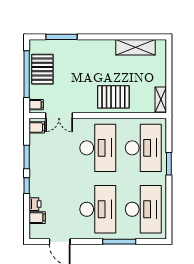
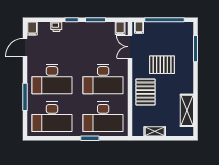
pallet: (42, 69) -> (162, 65), moved
shelving: (161, 100) -> (155, 131), moved
filing cabinet: (37, 218) -> (32, 28), moved

